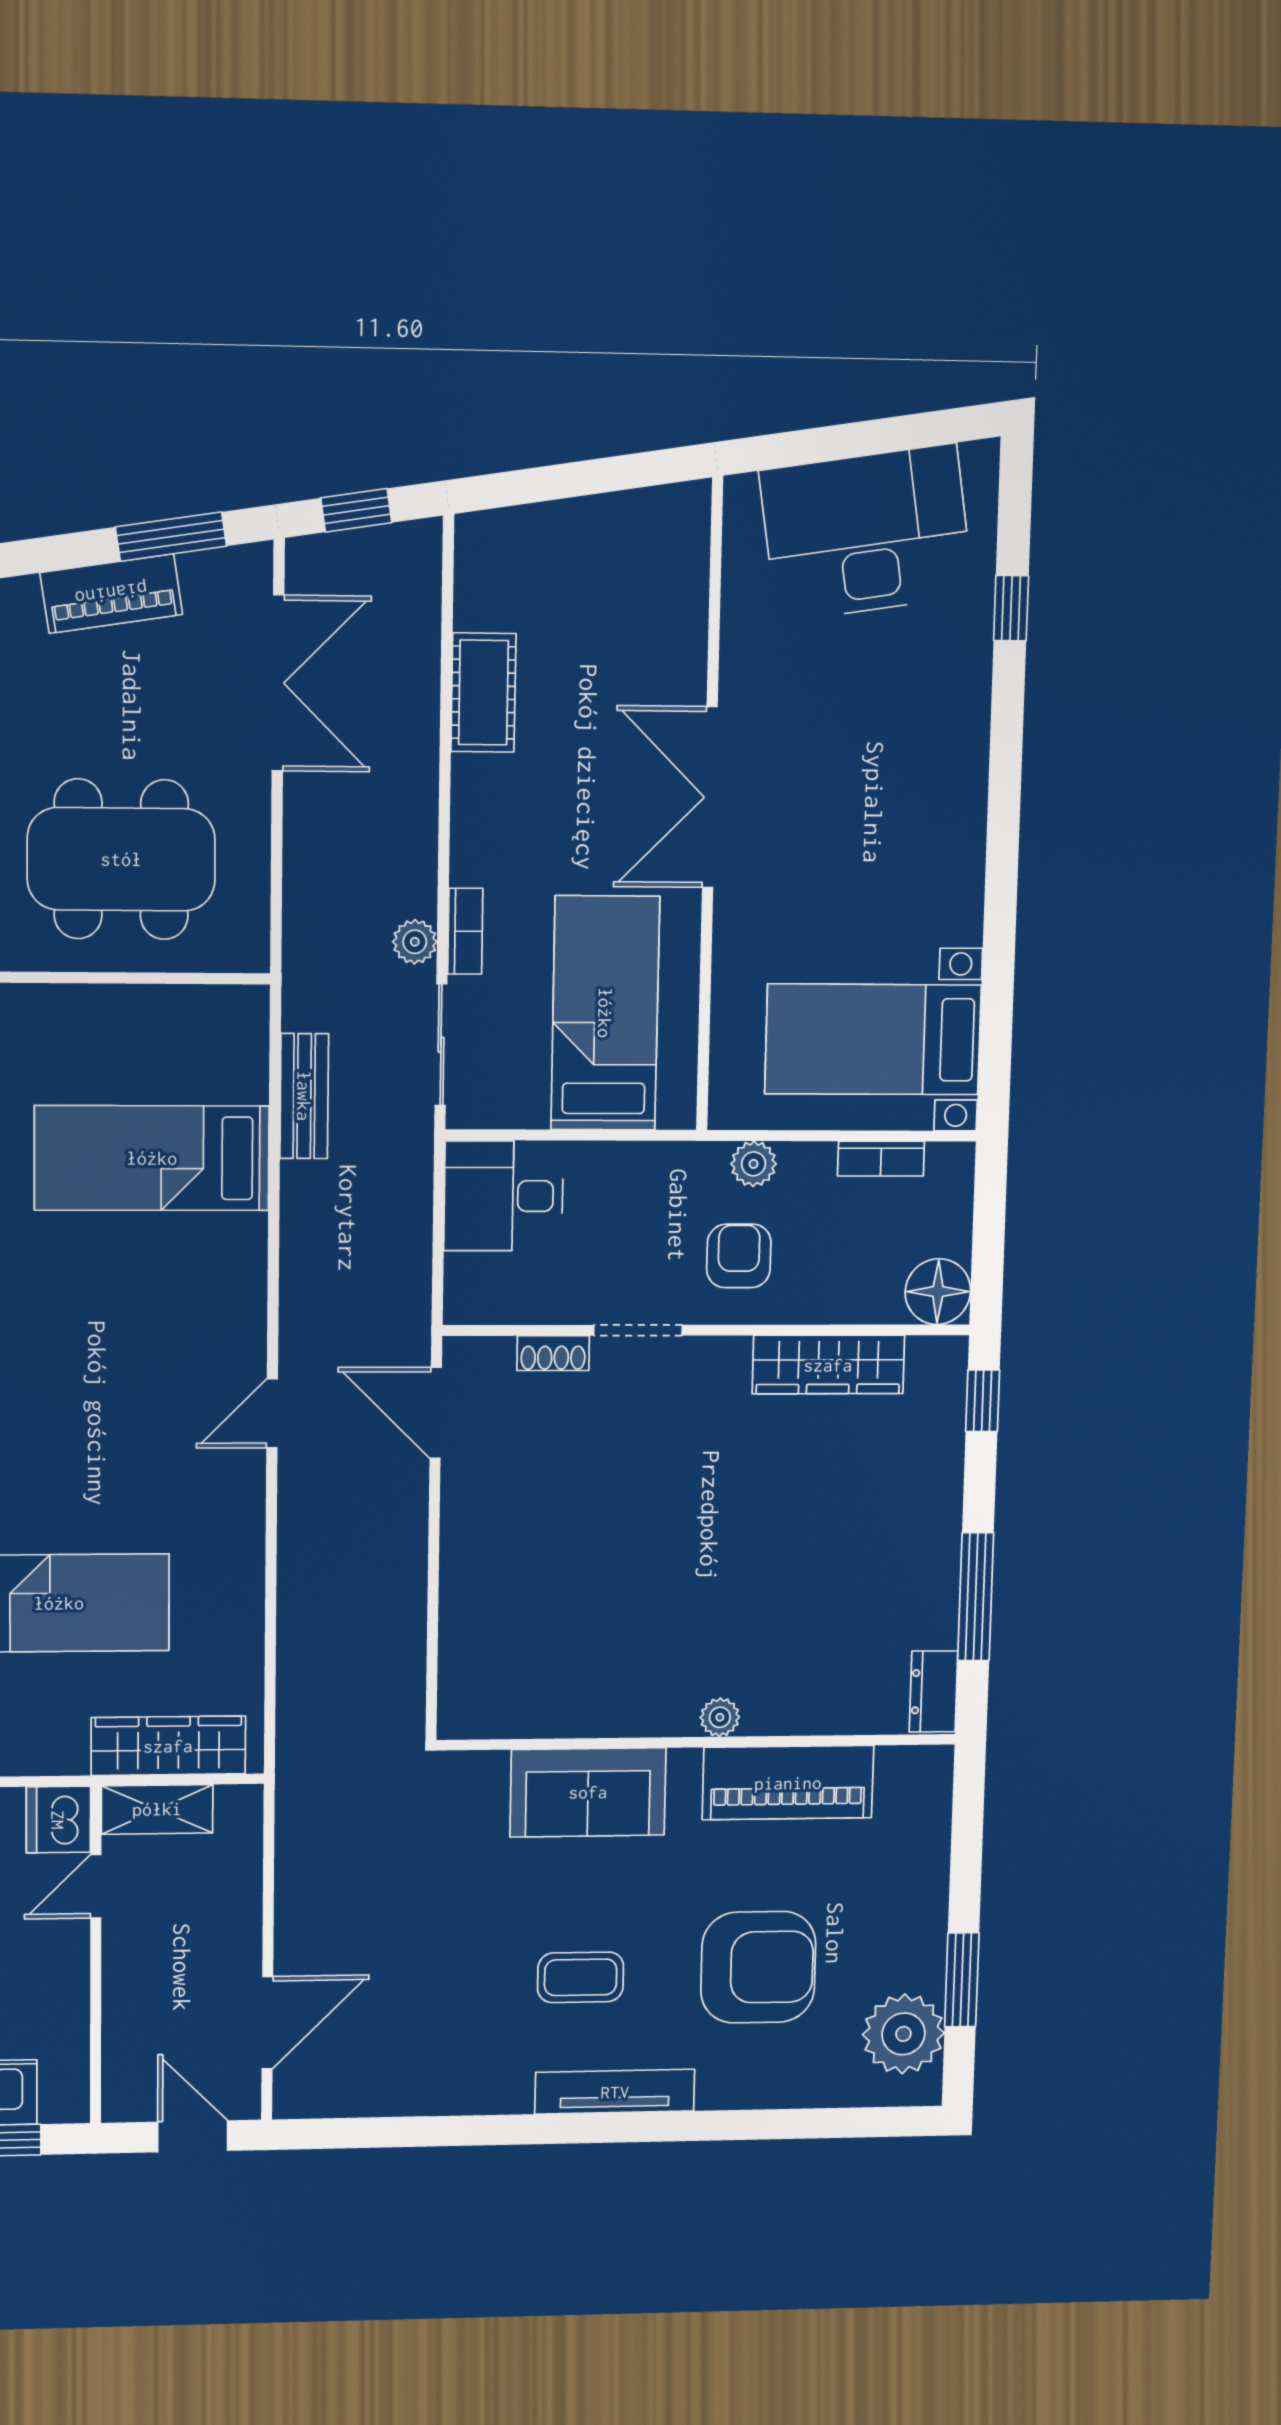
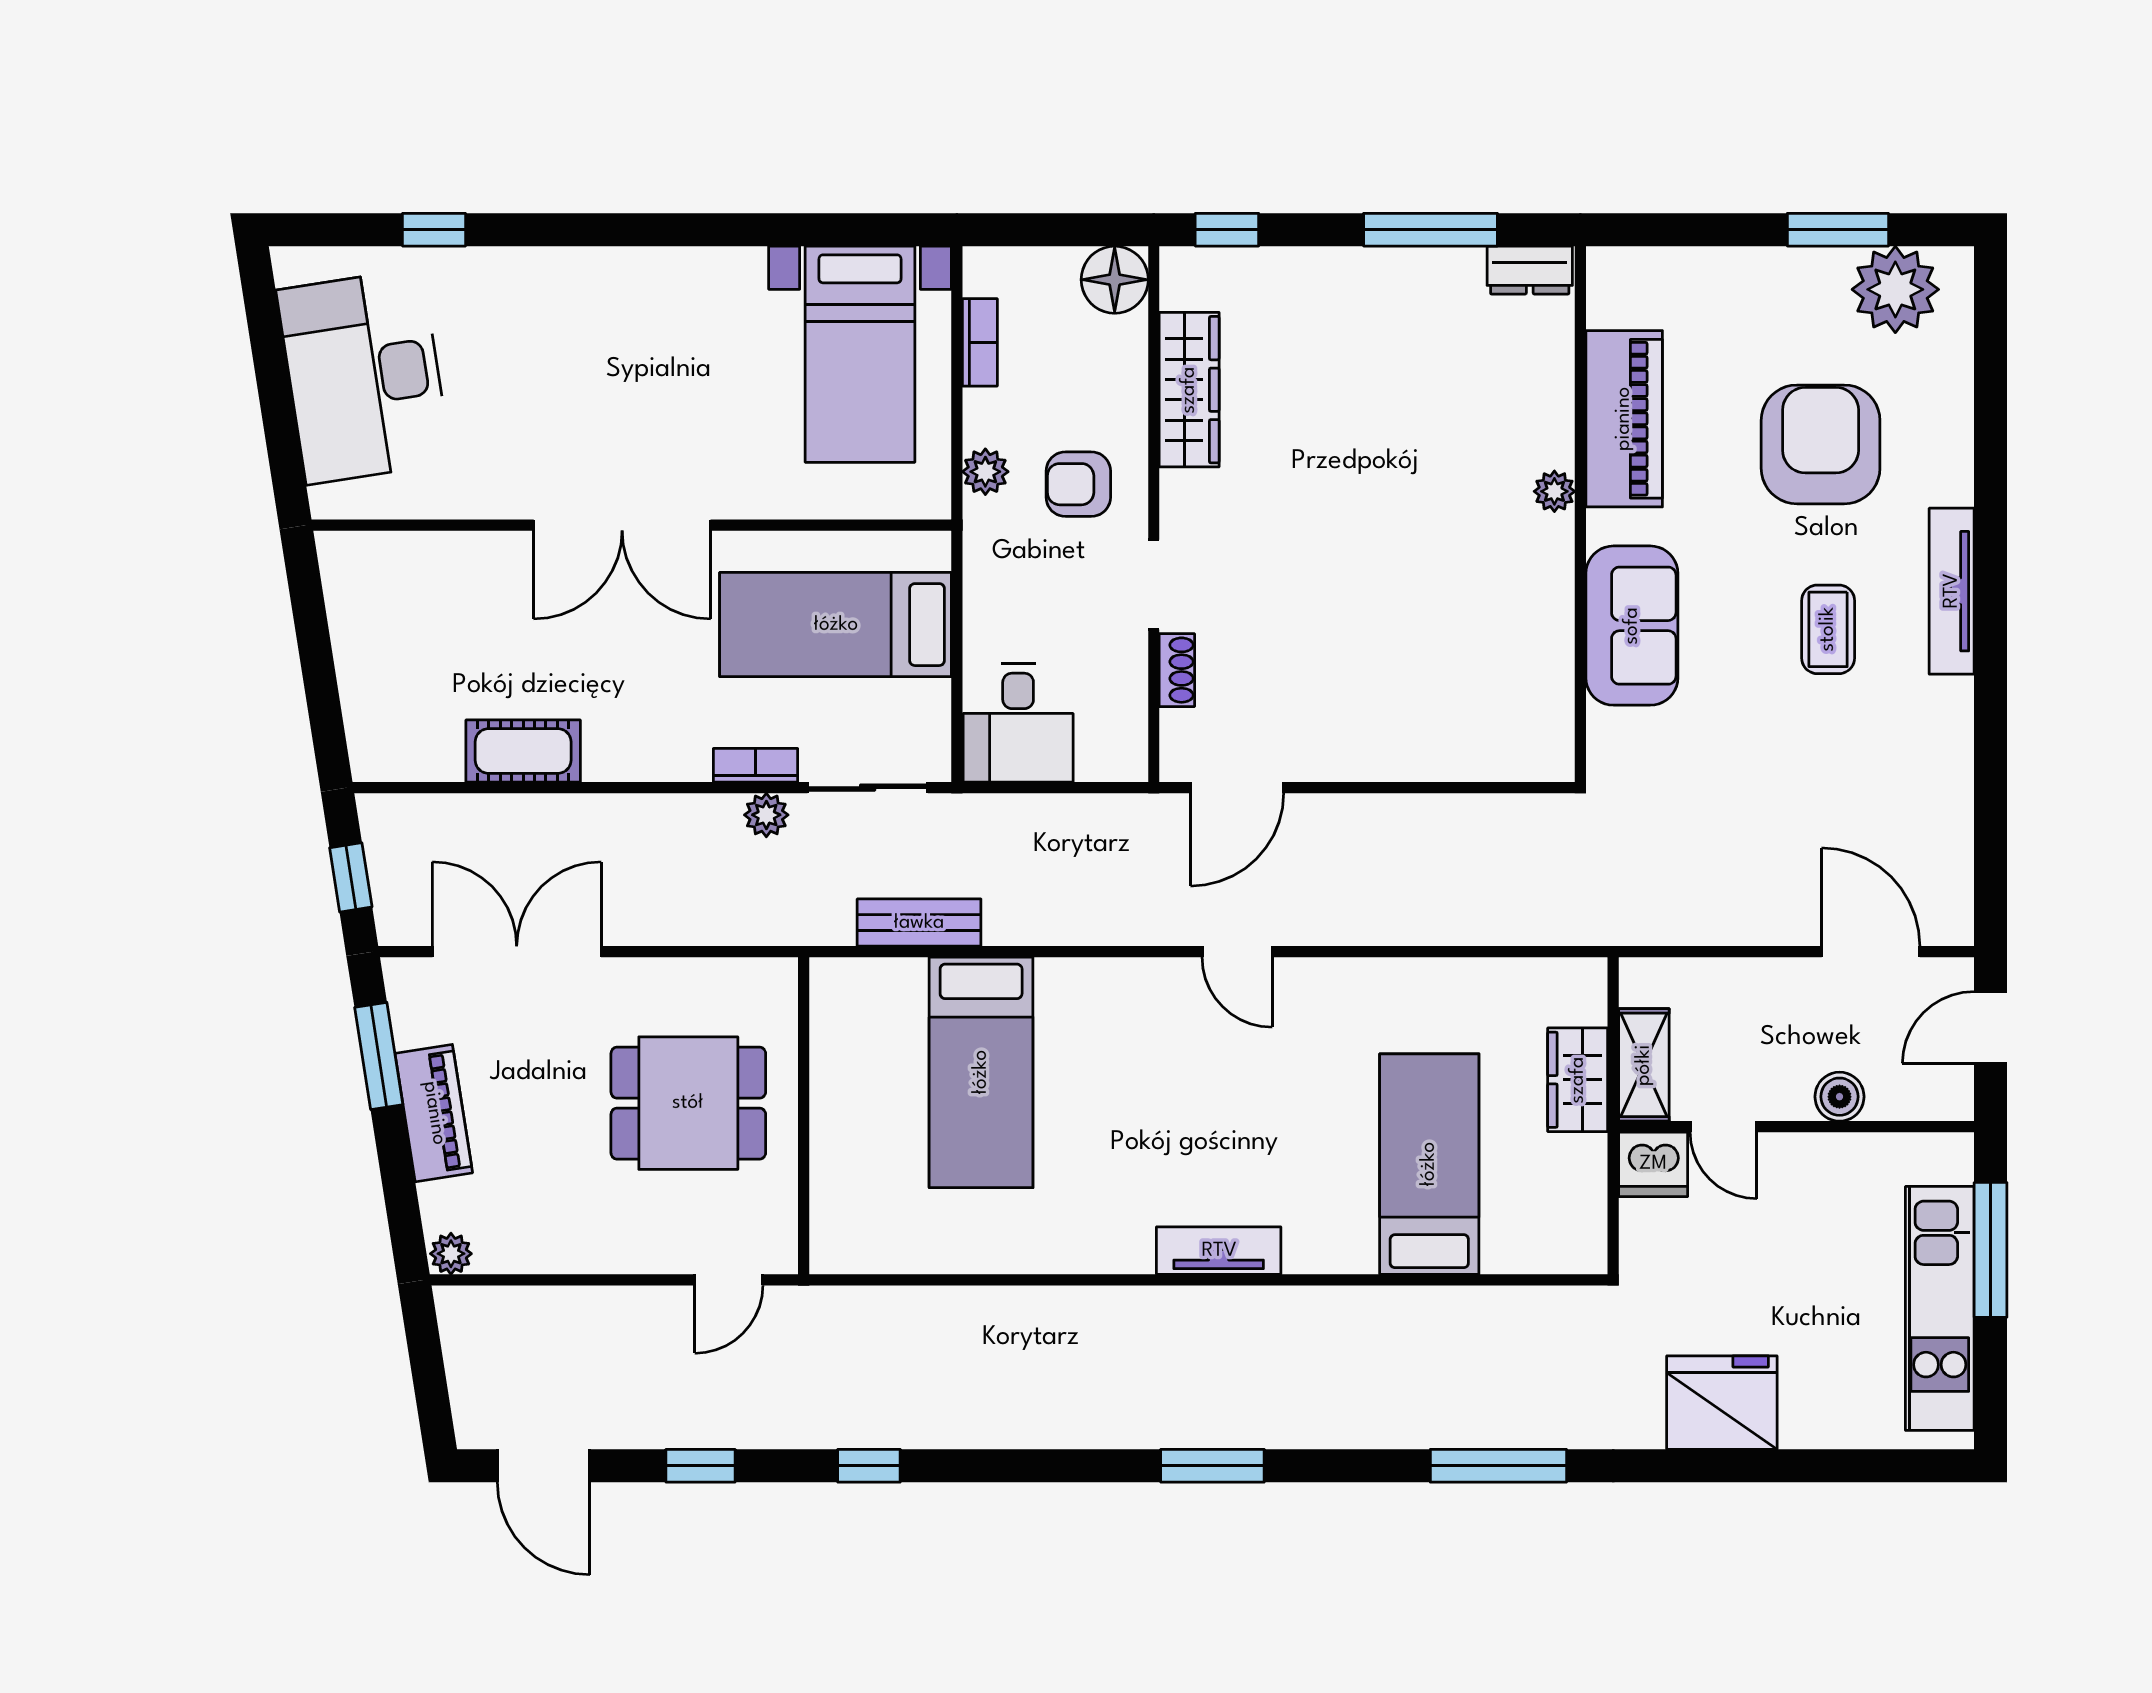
dining table: (121, 859) -> (688, 1103), width x0.73
wardrobe: (168, 1746) -> (1578, 1080), width x0.67
boiler: (125, 1996) -> (1840, 1097), added

